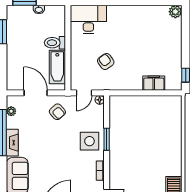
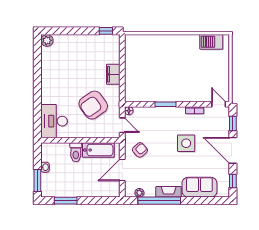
armchair: (106, 61) -> (93, 105), width x1.88, depth x1.88
filing cabinet: (154, 83) -> (113, 74), moved
side table: (89, 141) -> (186, 143), moved

